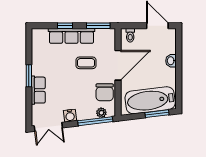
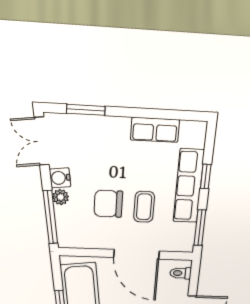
window: (29, 76) -> (86, 110), moved
row of seats: (38, 90) -> (155, 130), moved
chair: (105, 92) -> (108, 204), moved
plant: (101, 113) -> (61, 197), moved

